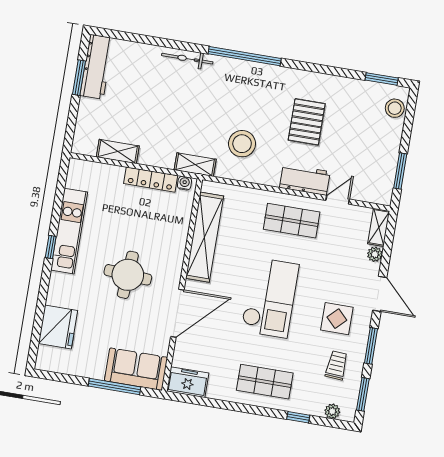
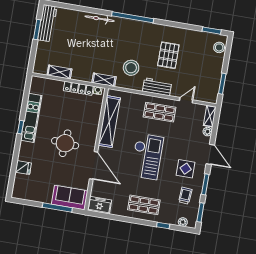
workbench: (305, 180) -> (157, 87), moved
door: (177, 313) -> (94, 165), hinge flipped
fridge: (58, 327) -> (23, 168), width x0.53, depth x0.75

